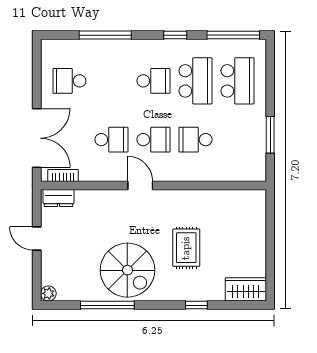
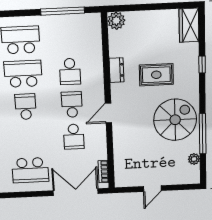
school desk: (69, 81) -> (30, 170), width x1.85
window: (270, 135) -> (63, 11), width x1.44
school desk: (111, 140) -> (74, 137), turned 180
dresser: (59, 198) -> (117, 70), moved
plant: (255, 200) -> (116, 21), added
plant: (48, 293) -> (194, 159), moved

